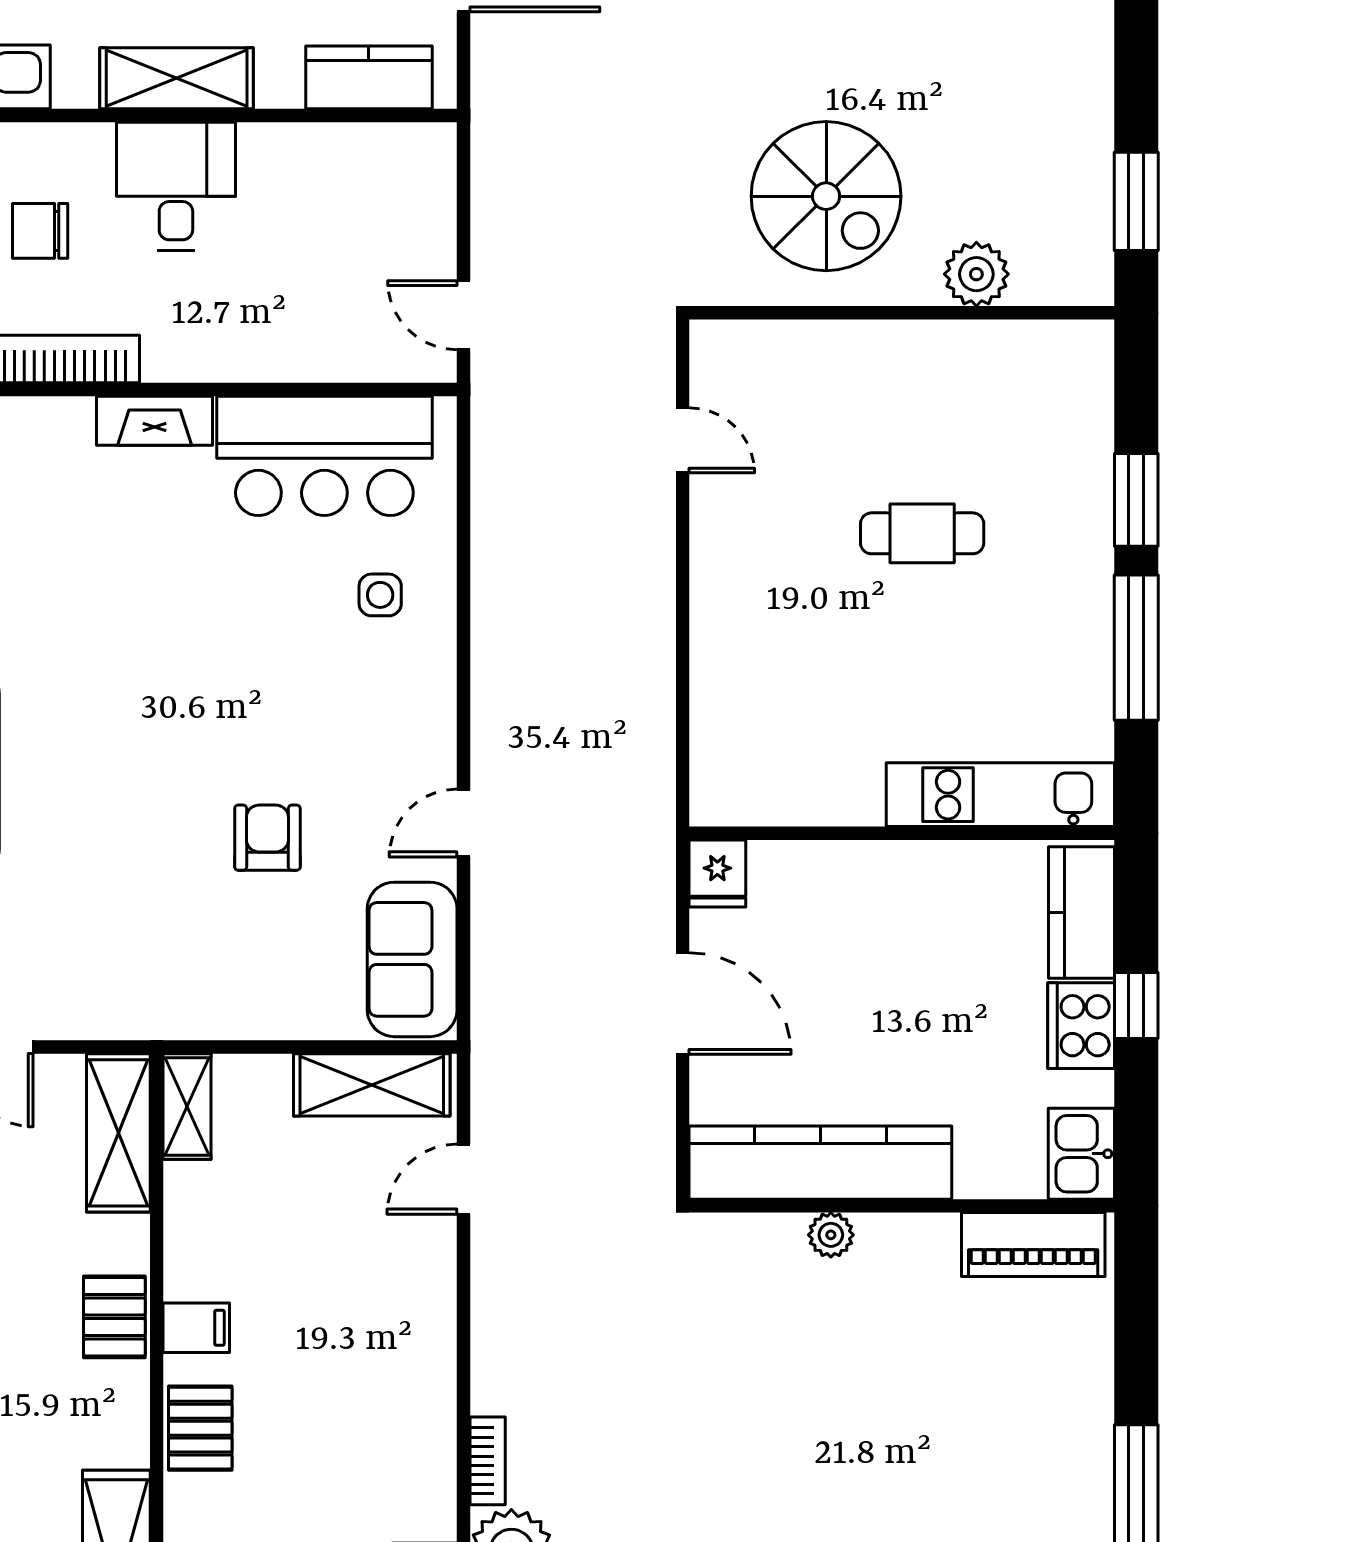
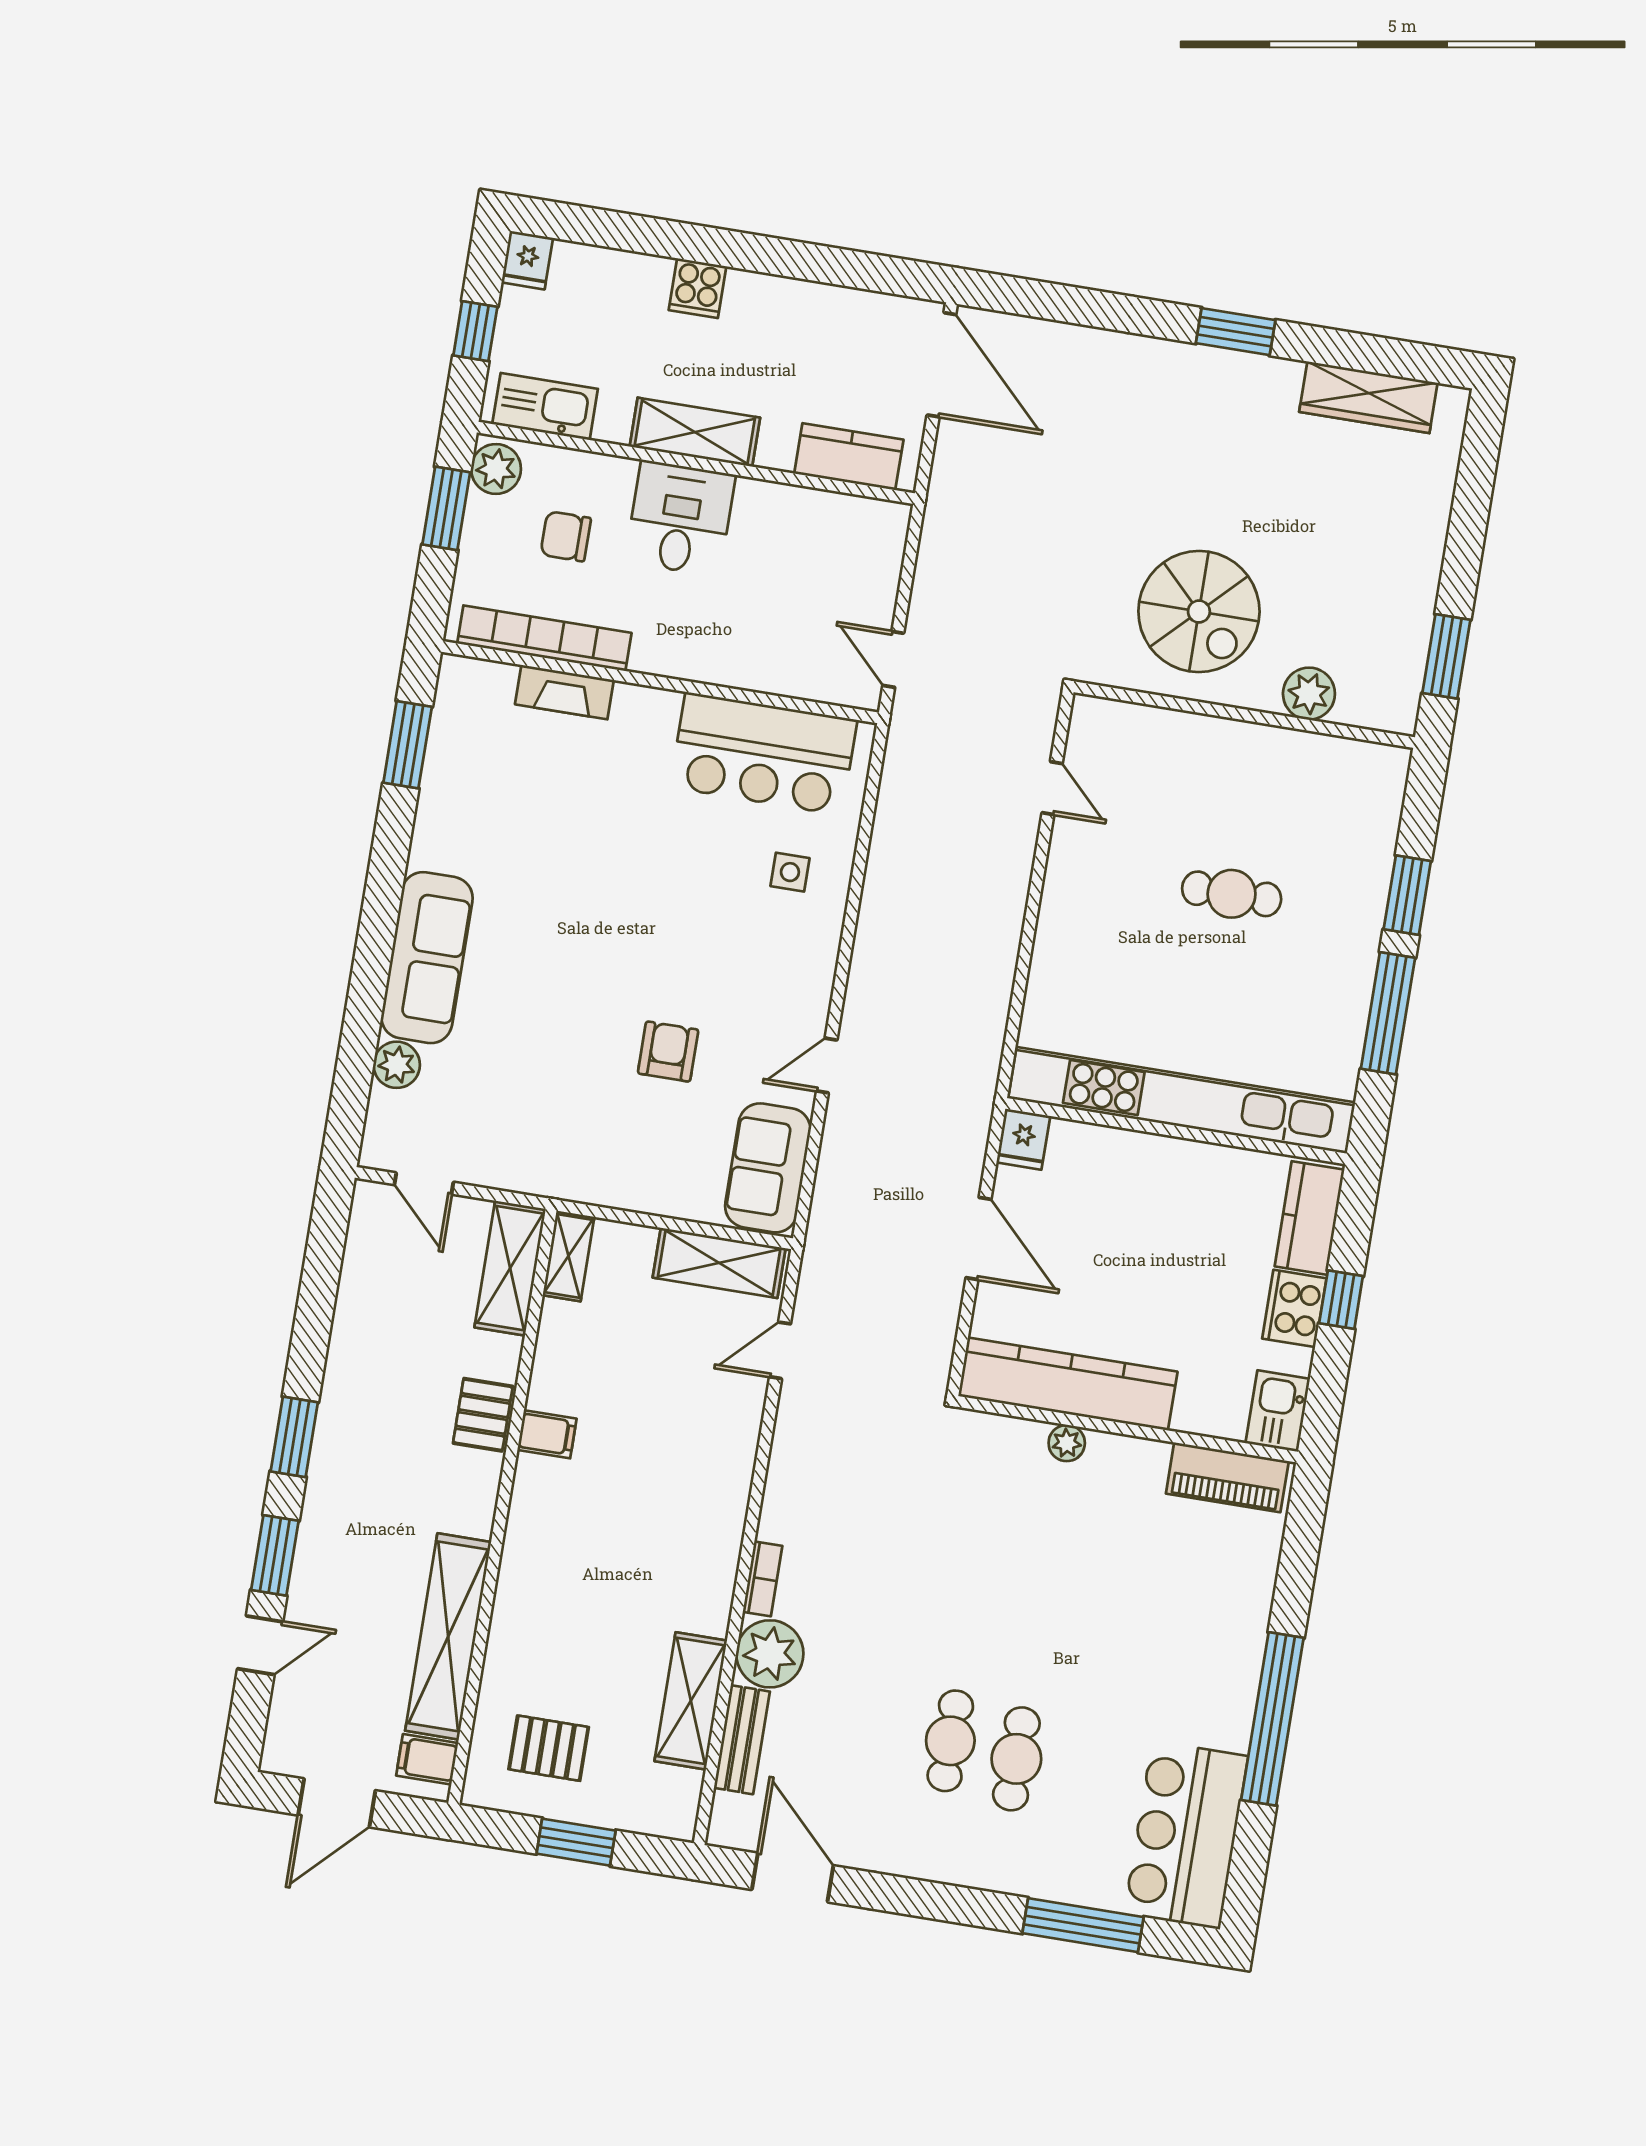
fireplace: (155, 421) -> (564, 692), moved
kitchen unit: (1000, 795) -> (1182, 1100), width x1.86
pallet: (200, 1428) -> (537, 1515), removed

